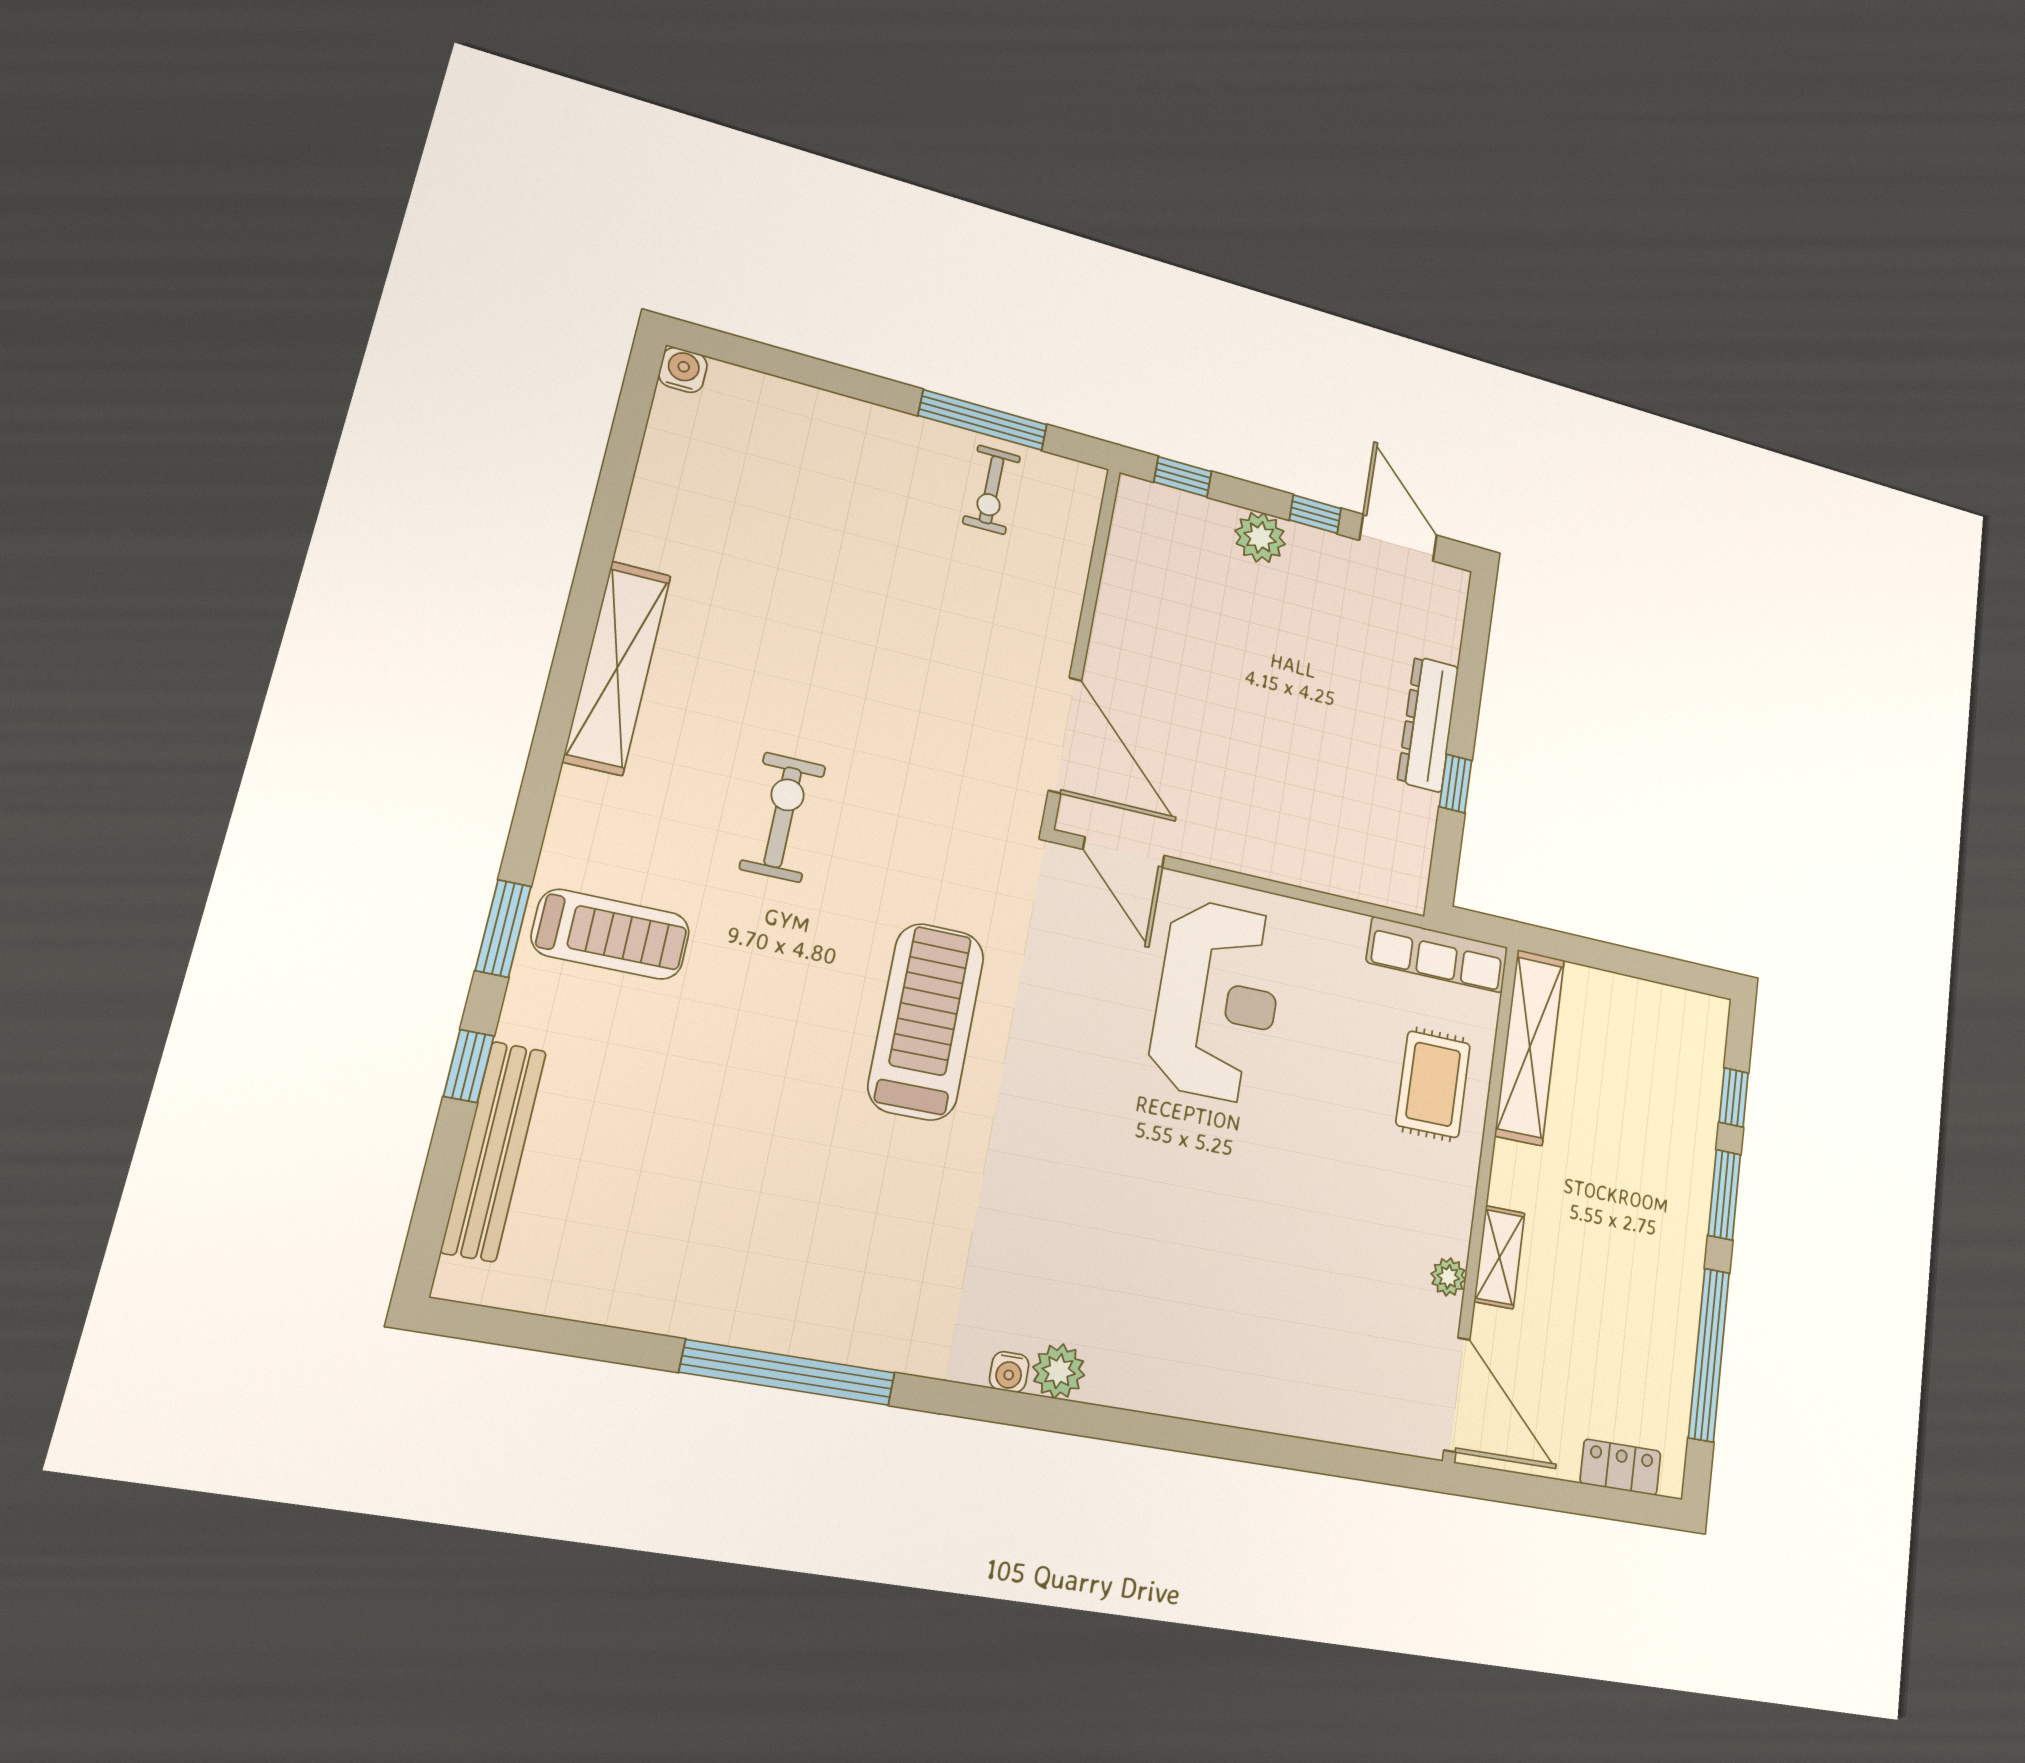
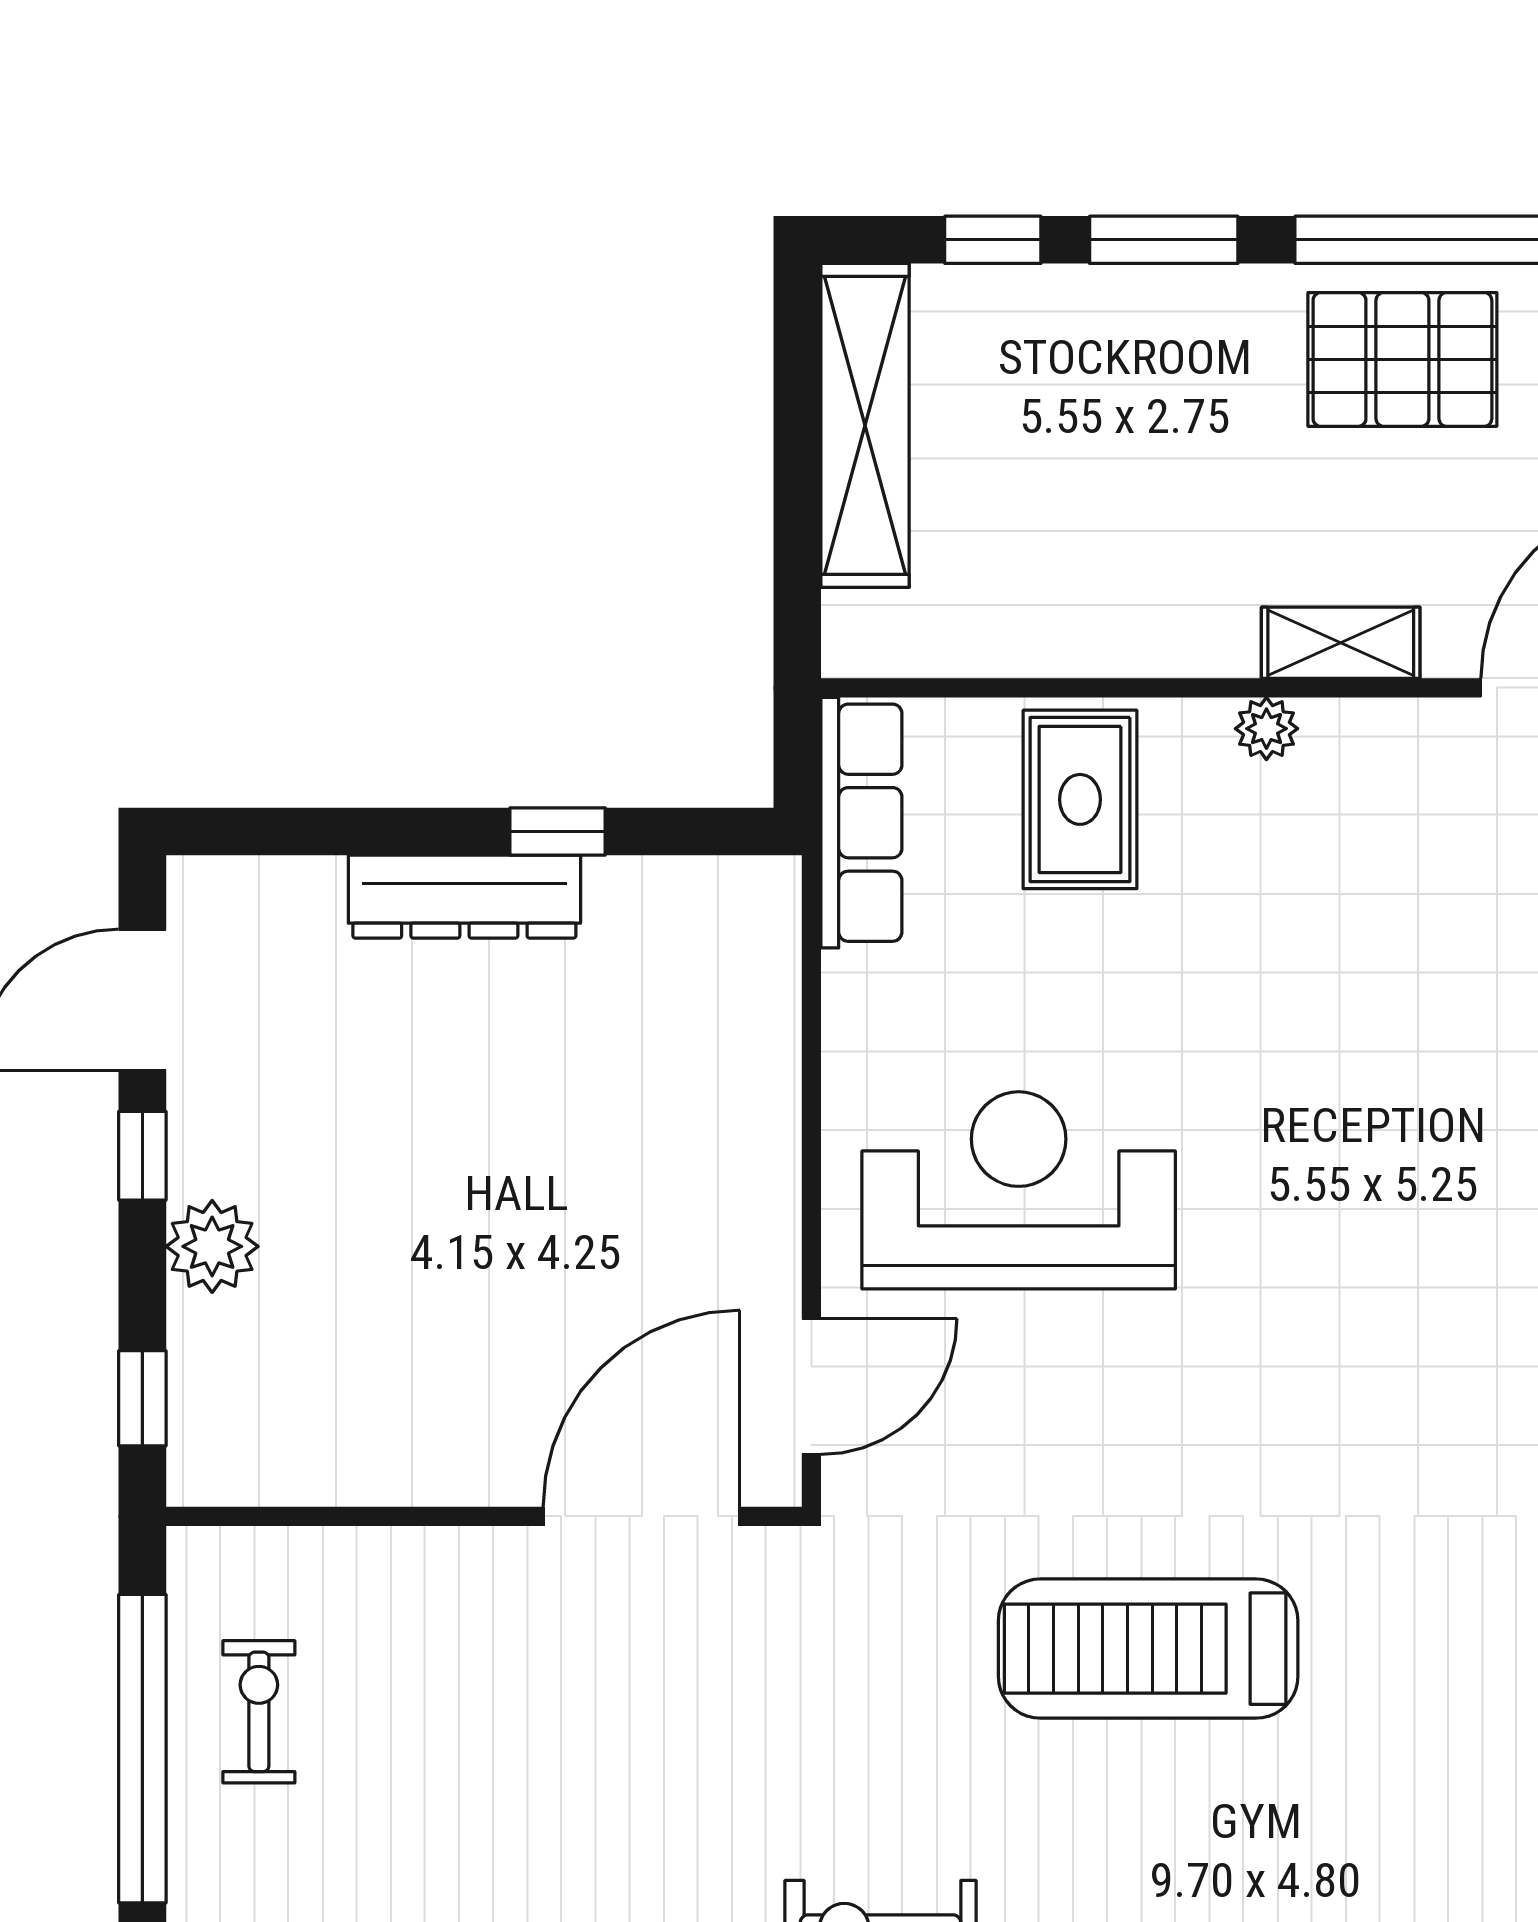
window: (983, 420) -> (142, 1749), width x1.46
exercise bike: (992, 490) -> (259, 1712), turned -90
shelving: (1530, 1047) -> (865, 425), moved, turned 90
rug: (1433, 1084) -> (1080, 799), turned 90
plant: (1448, 1277) -> (1266, 729), moved
pallet: (1648, 1323) -> (1402, 359), added

